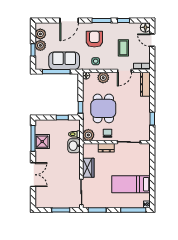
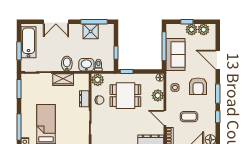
armchair: (94, 39) -> (198, 86), turned 90
bidet: (73, 164) -> (67, 64), added
bathtub: (53, 201) -> (28, 42), added

